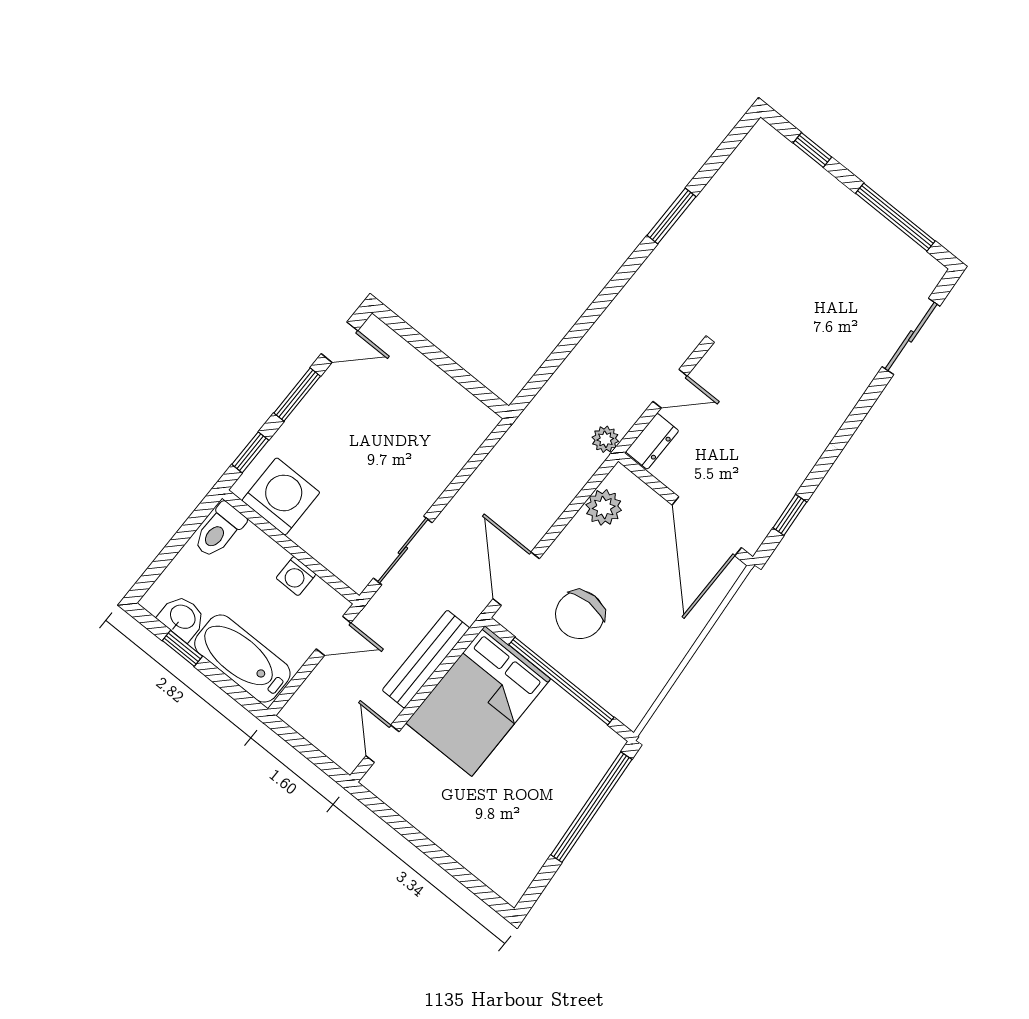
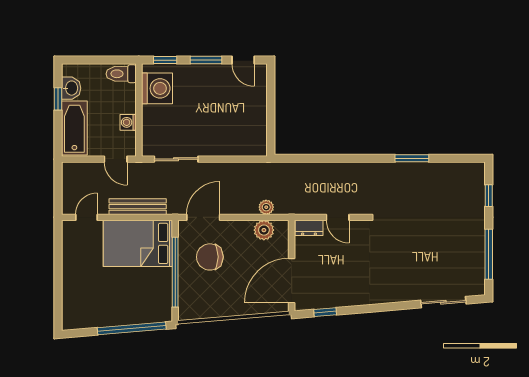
plant: (605, 439) -> (266, 207), moved

